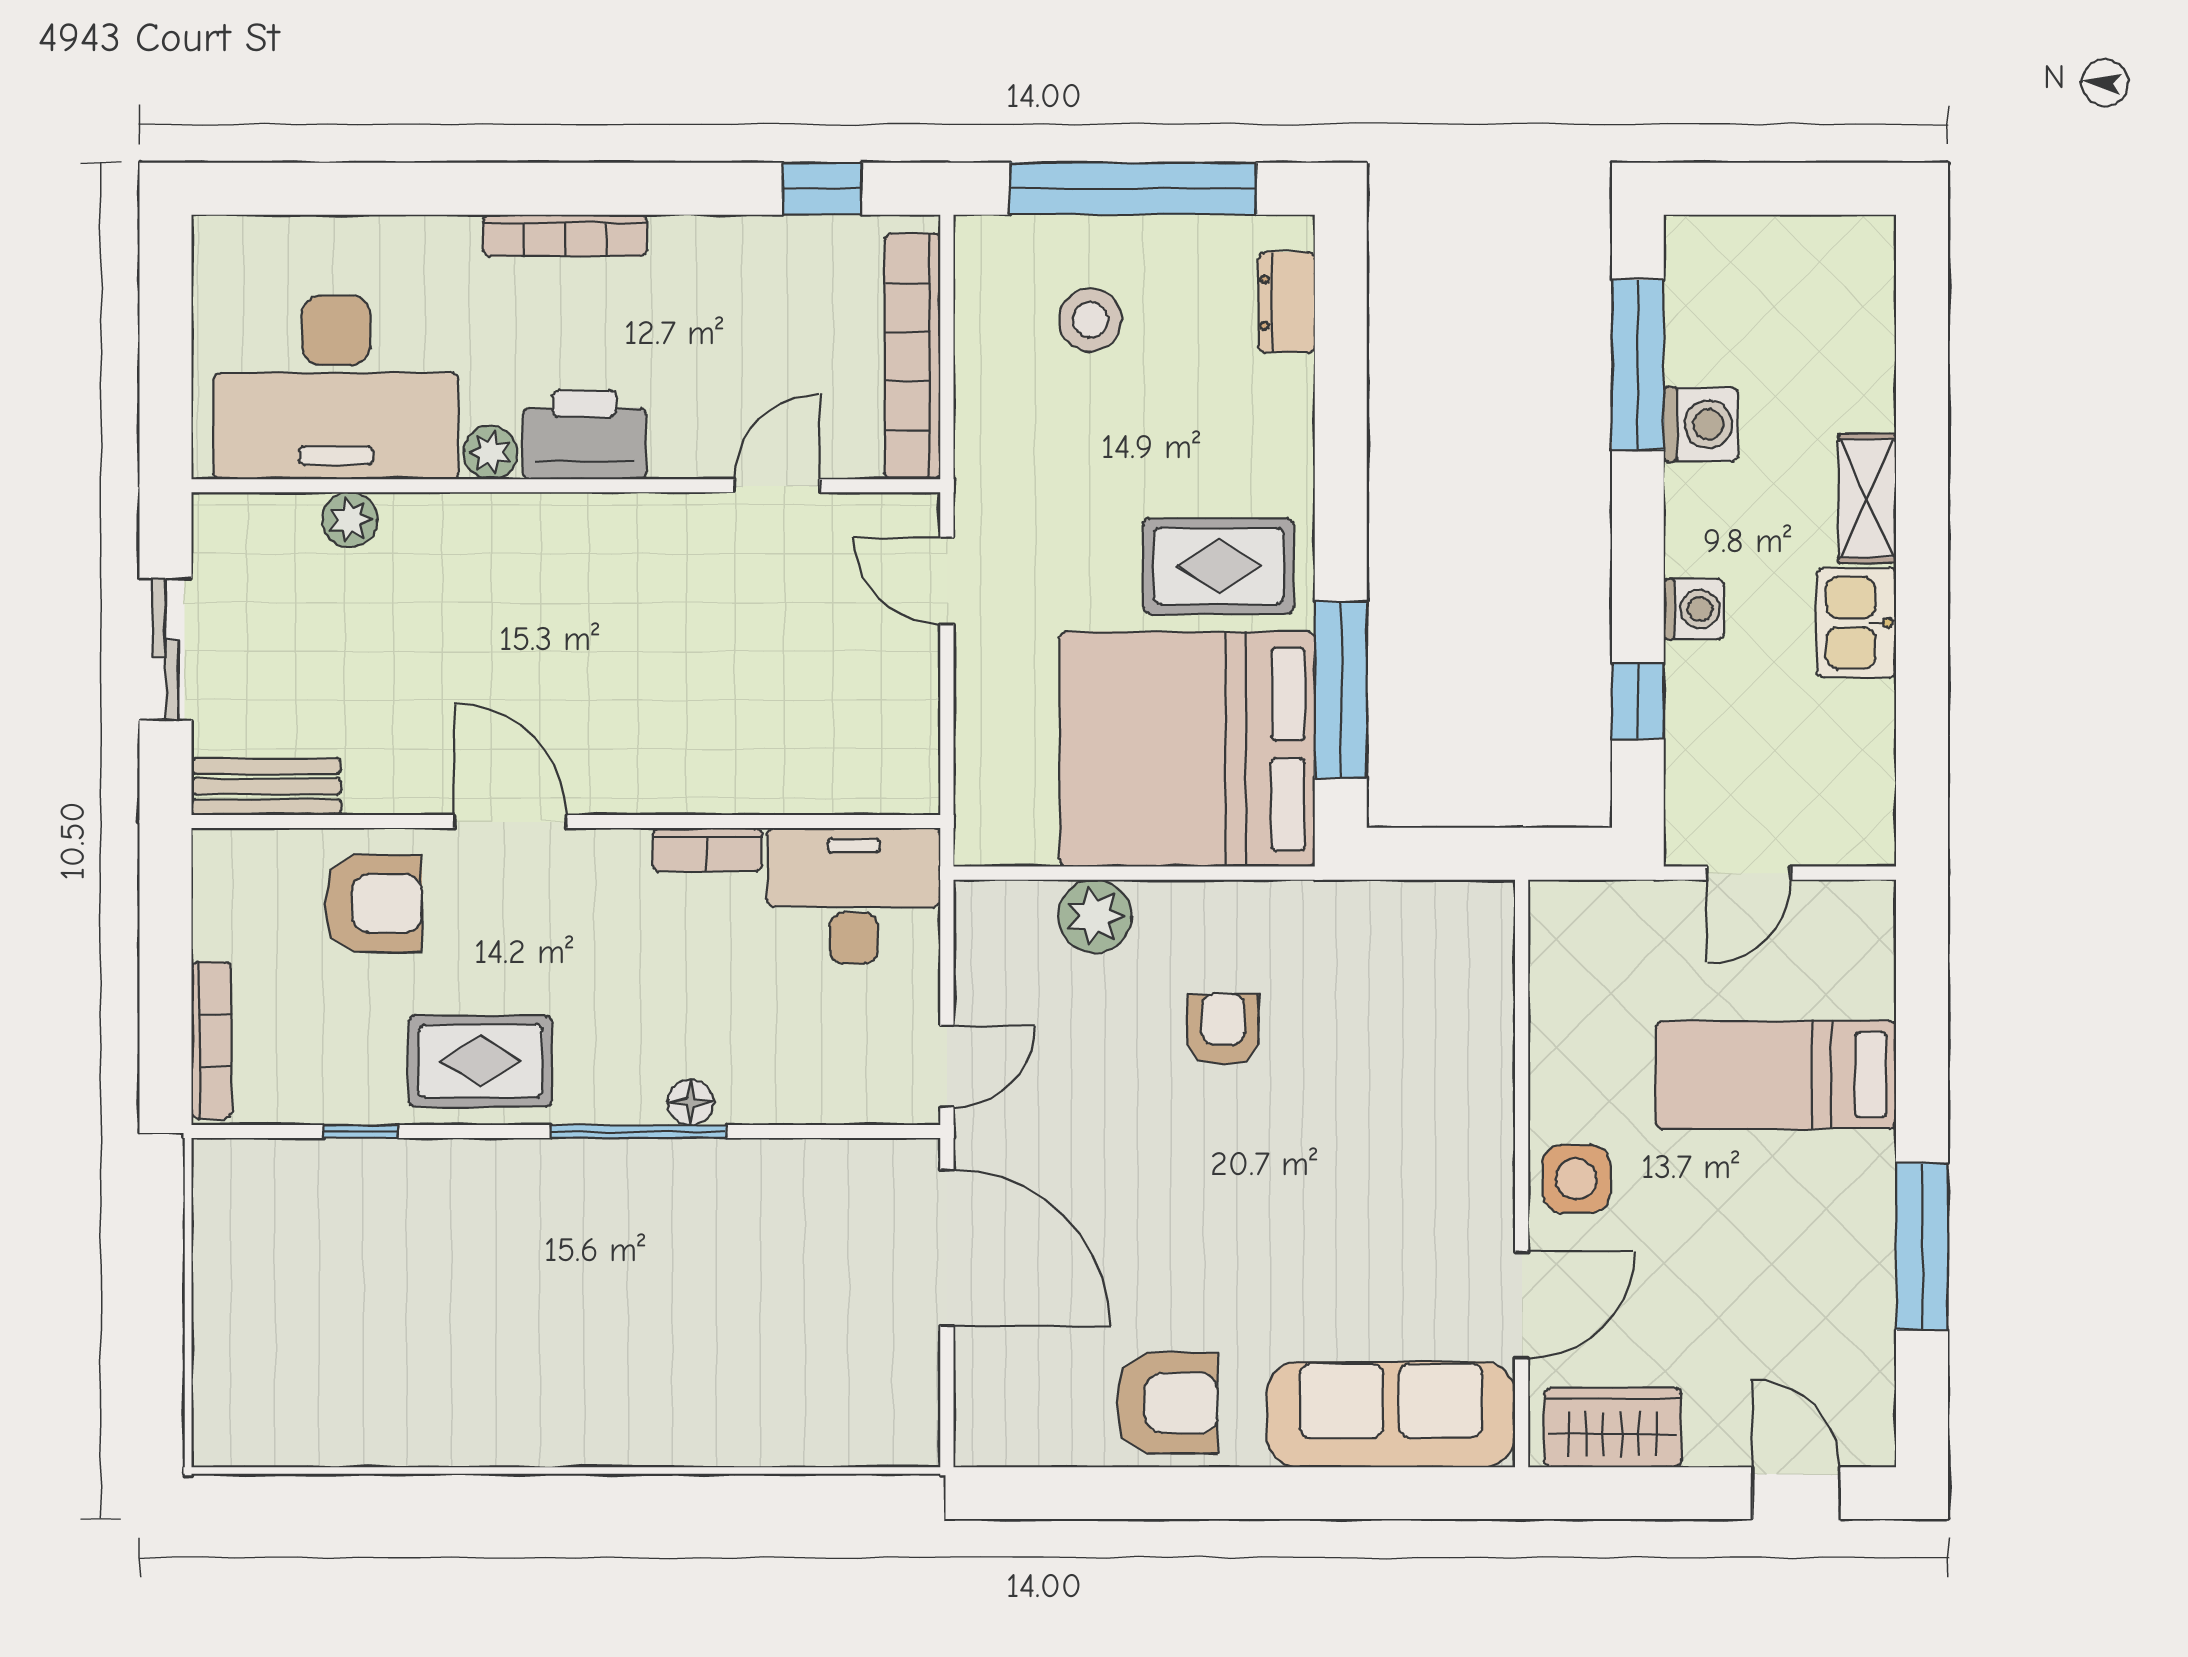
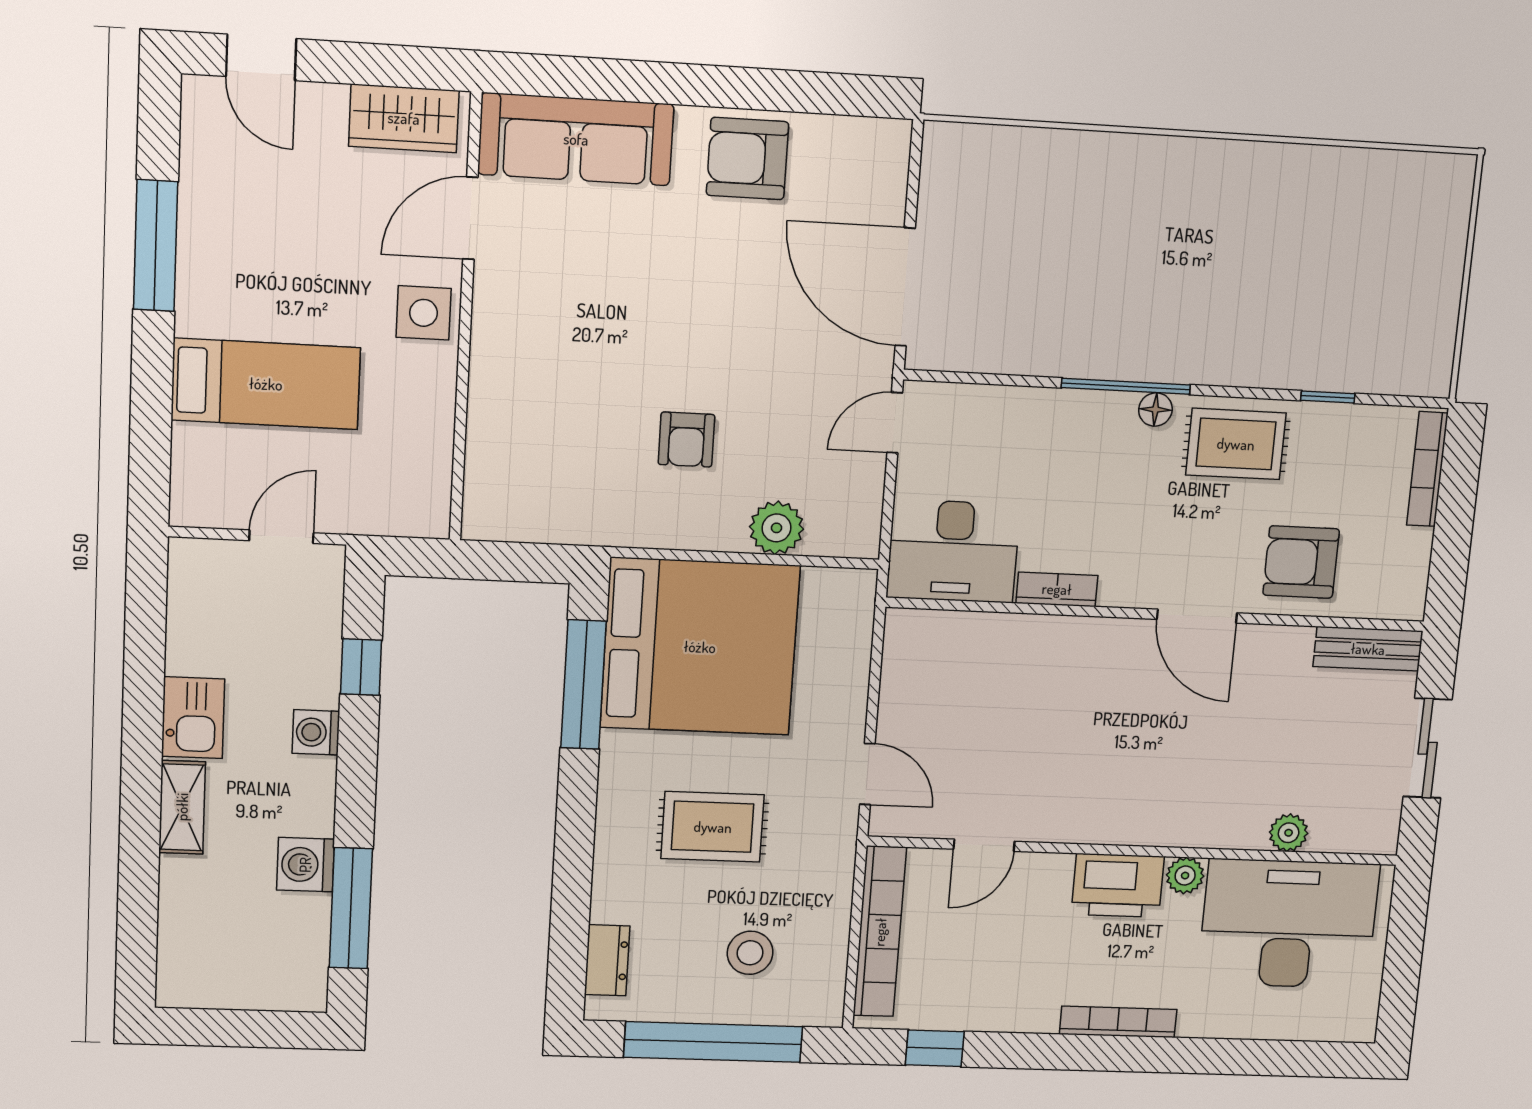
rug: (1219, 566) -> (713, 827), moved
floor lamp: (691, 1102) -> (1155, 410), moved

